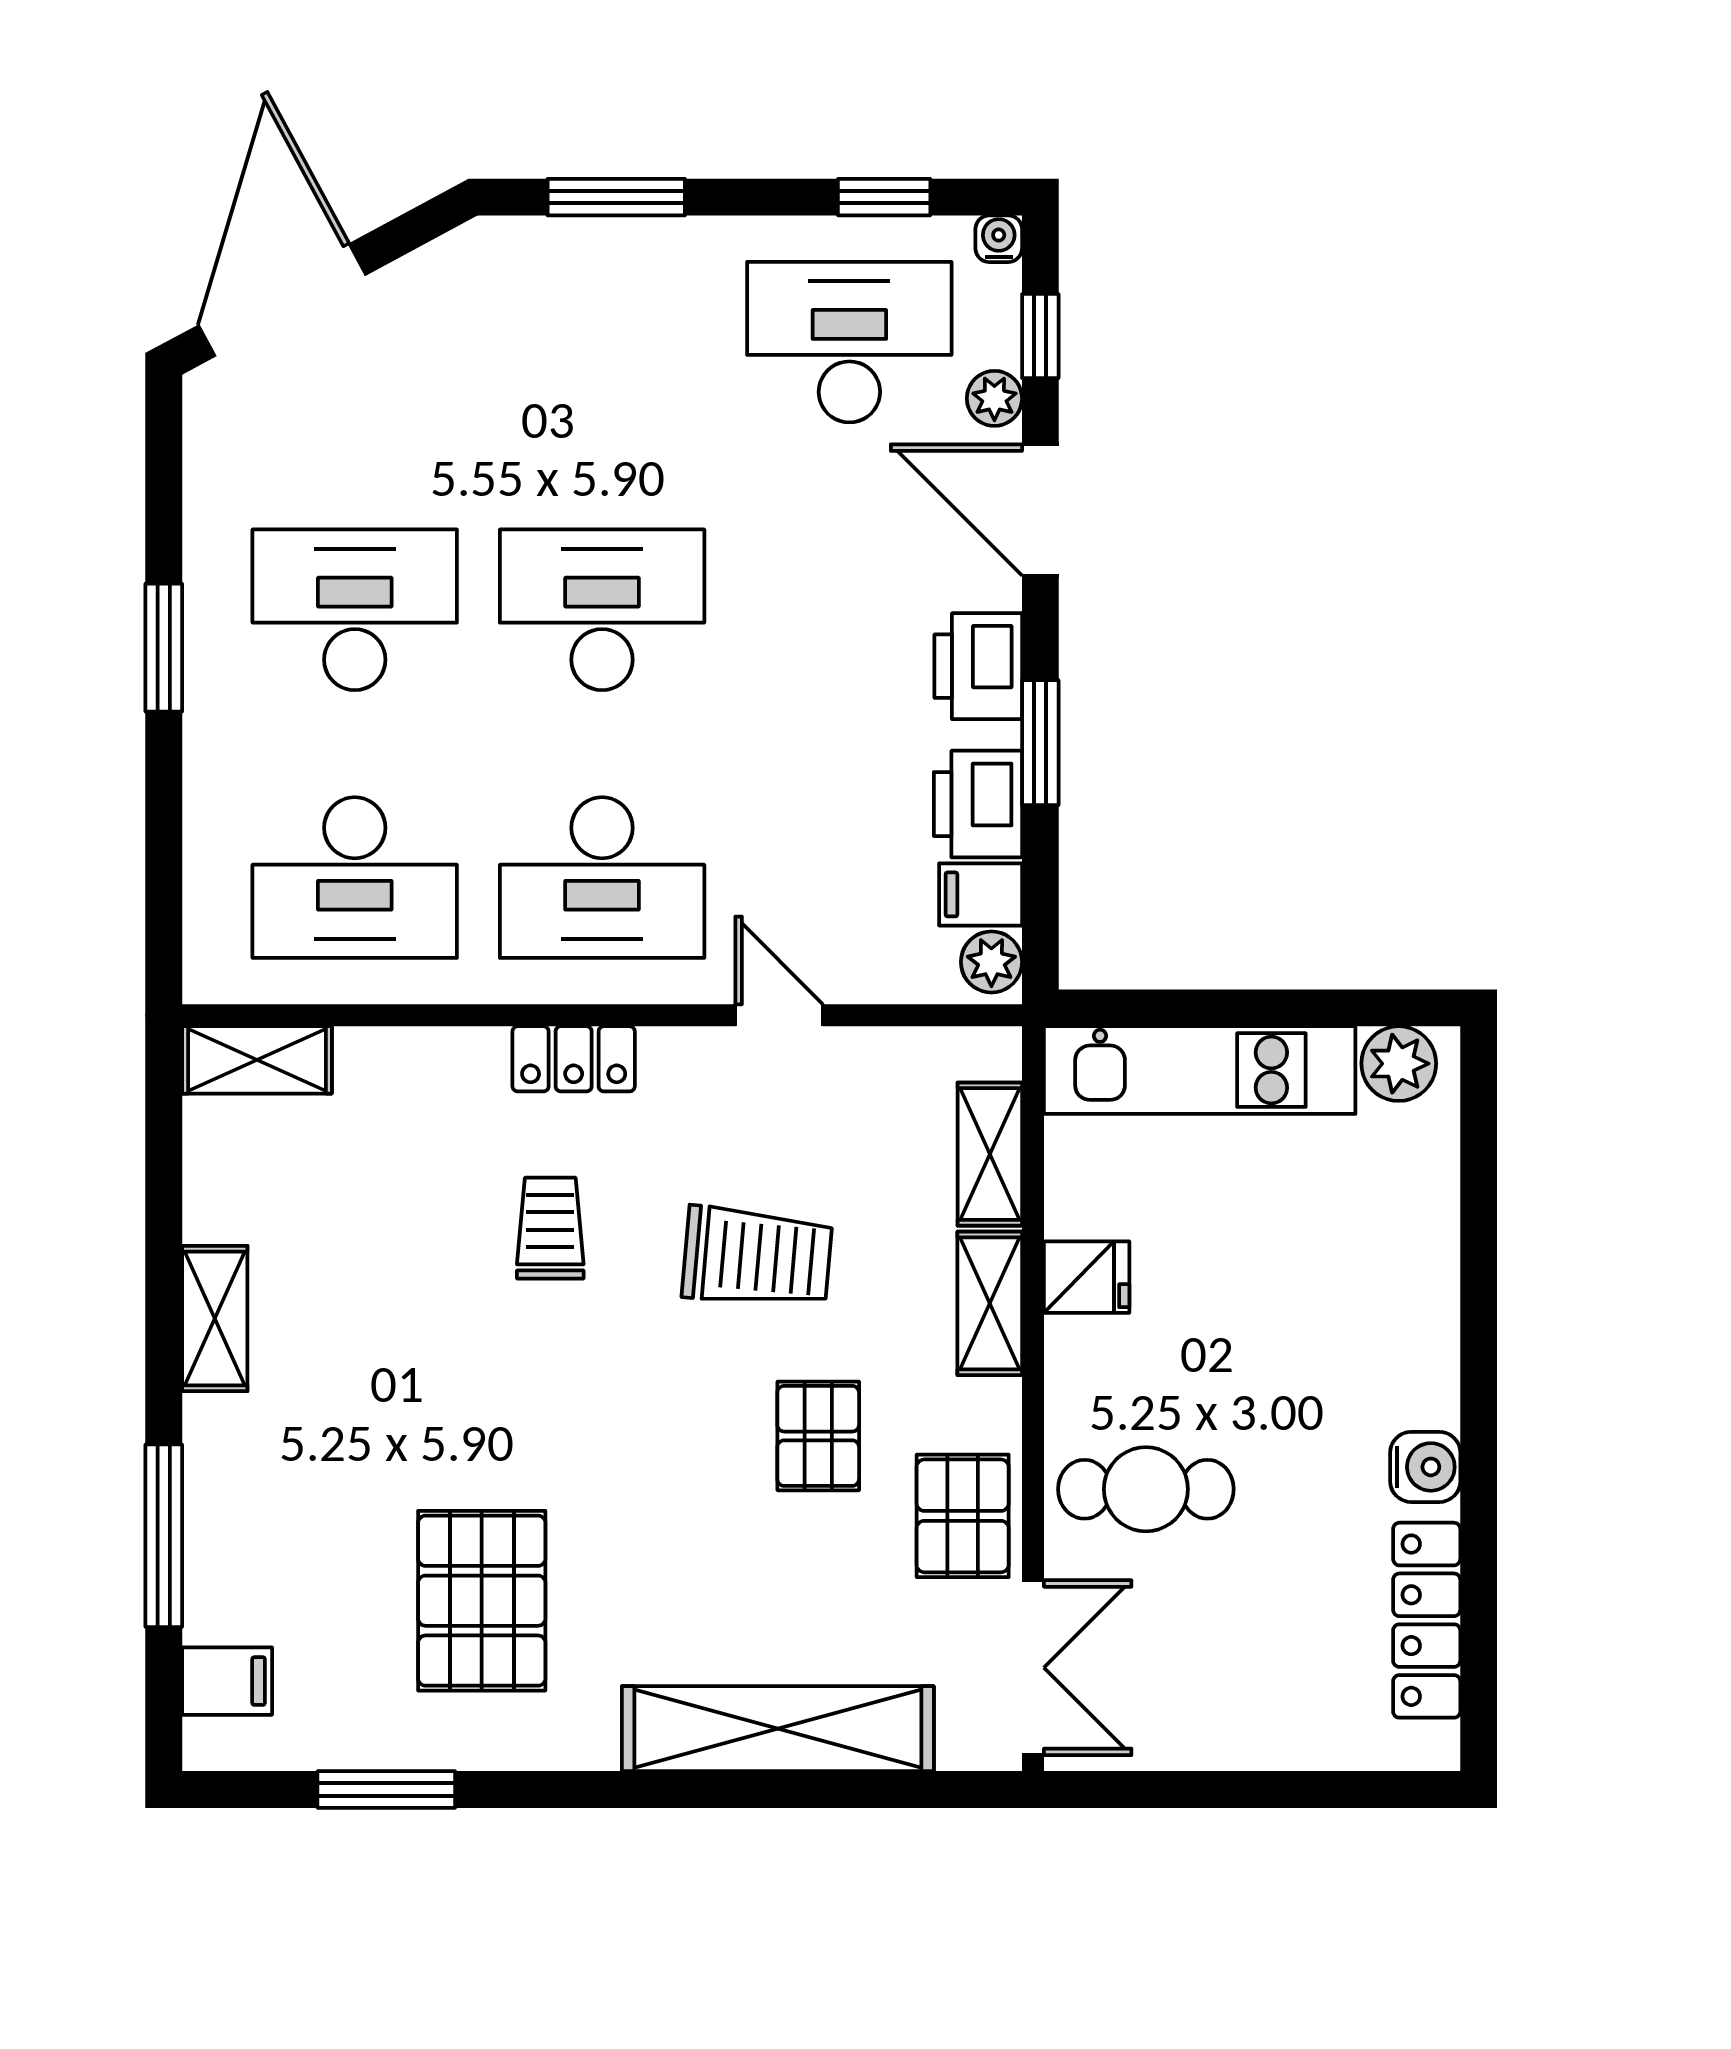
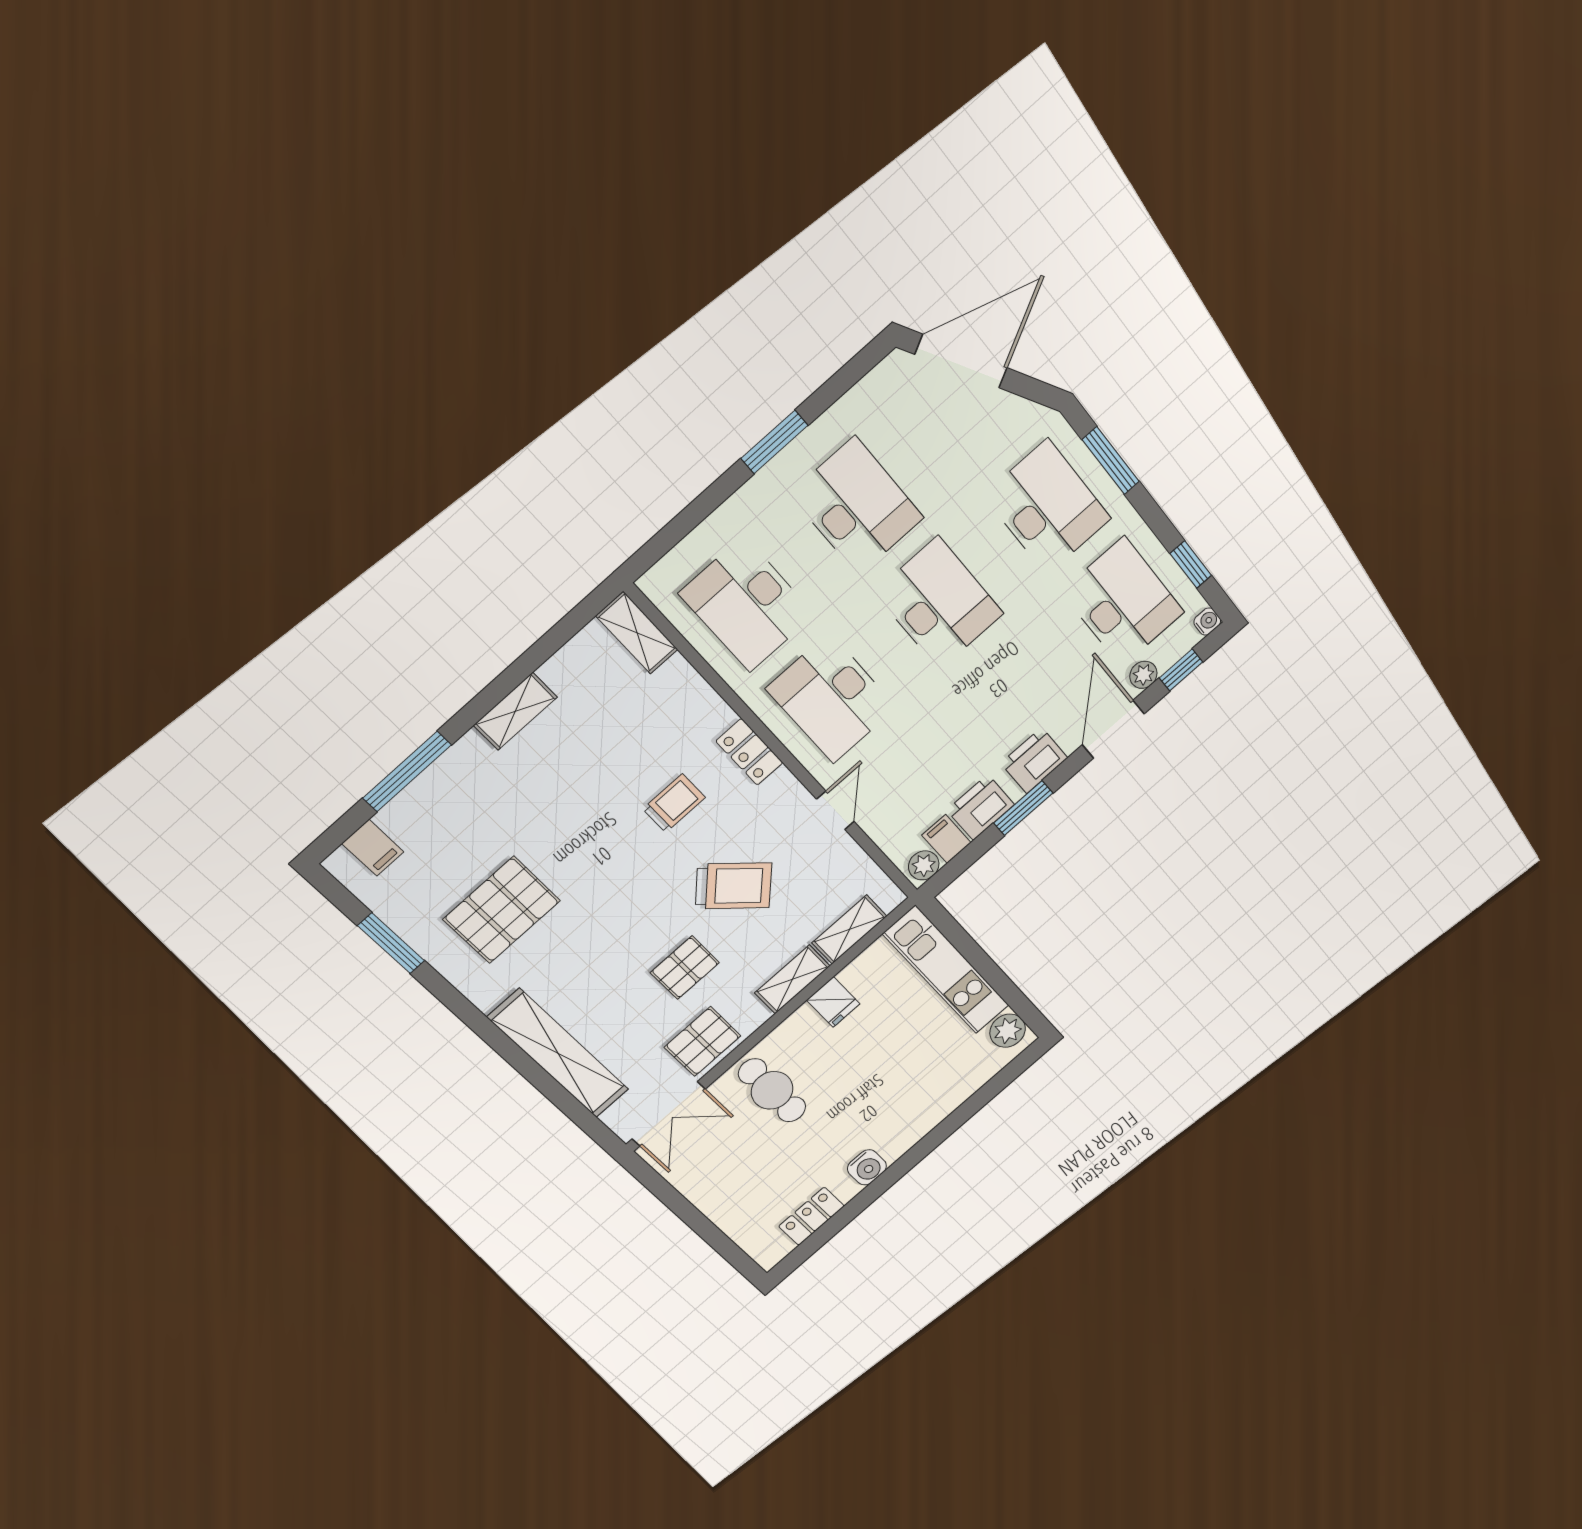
desk: (602, 342) -> (1047, 507), added
trolley: (757, 1257) -> (734, 886), turned -51
locker: (1427, 1620) -> (811, 1216), width x0.66

